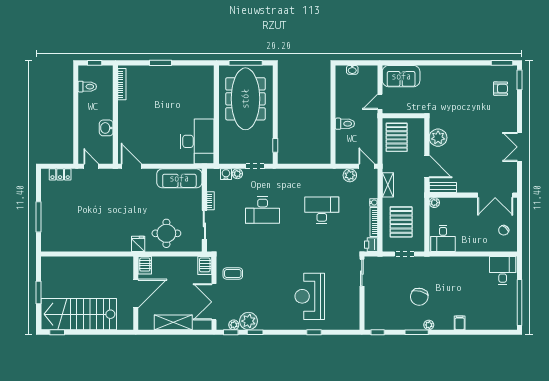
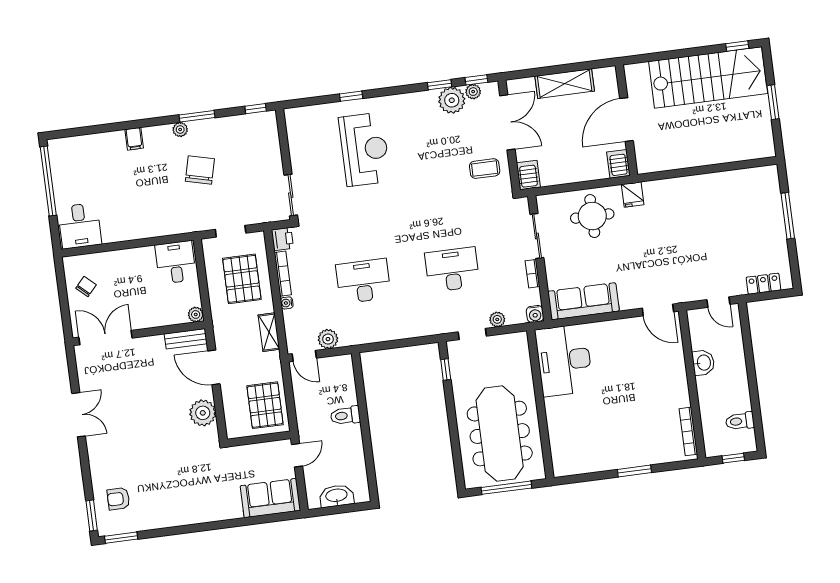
washbasin: (352, 70) -> (337, 496), width x1.91, depth x1.45
water cooler: (226, 174) -> (535, 314), moved
desk: (322, 210) -> (363, 281), turned 180

